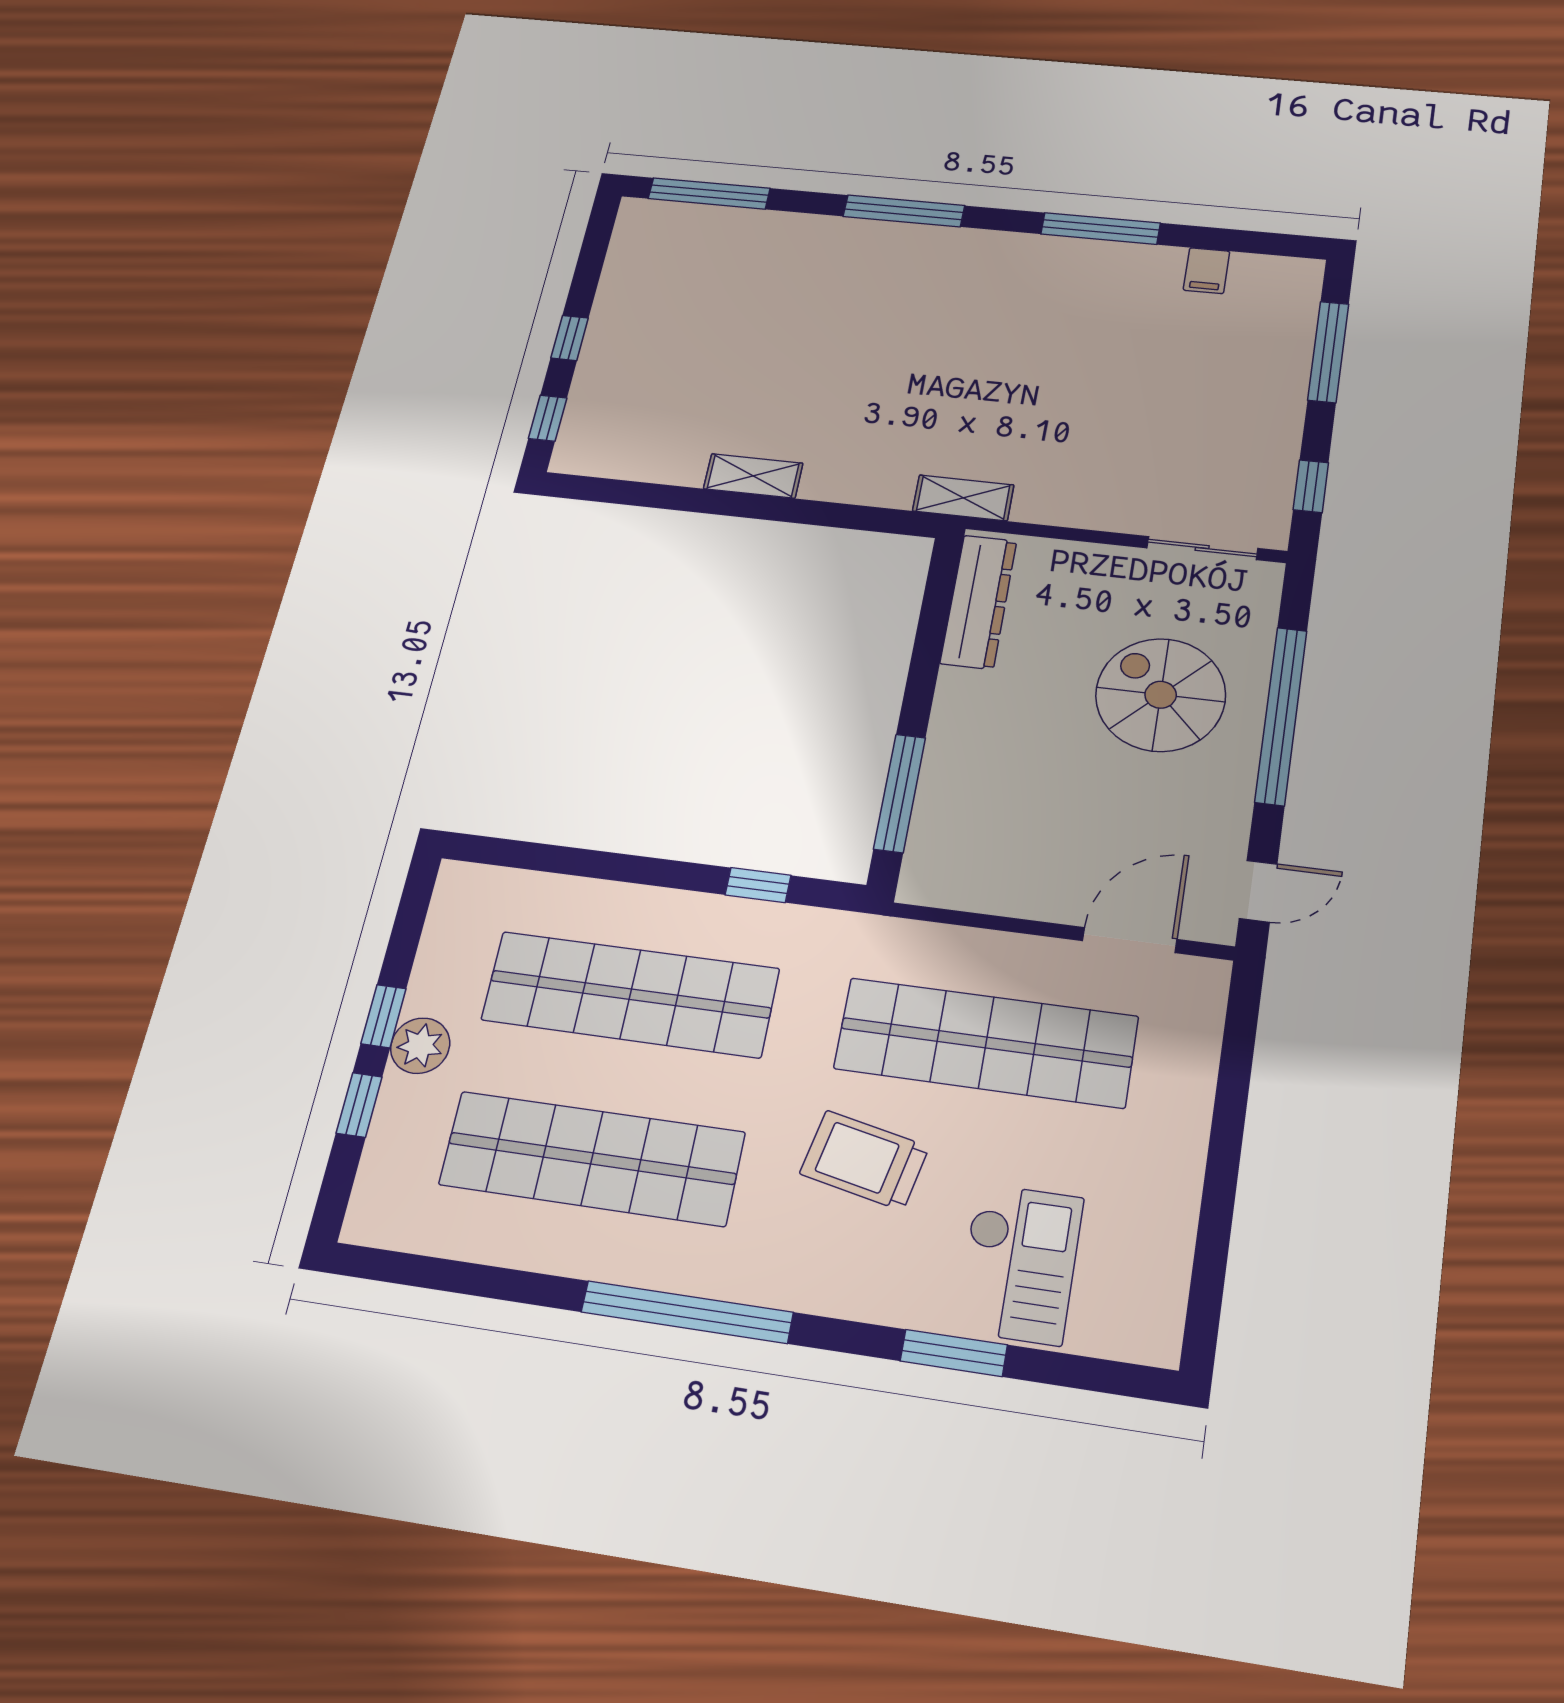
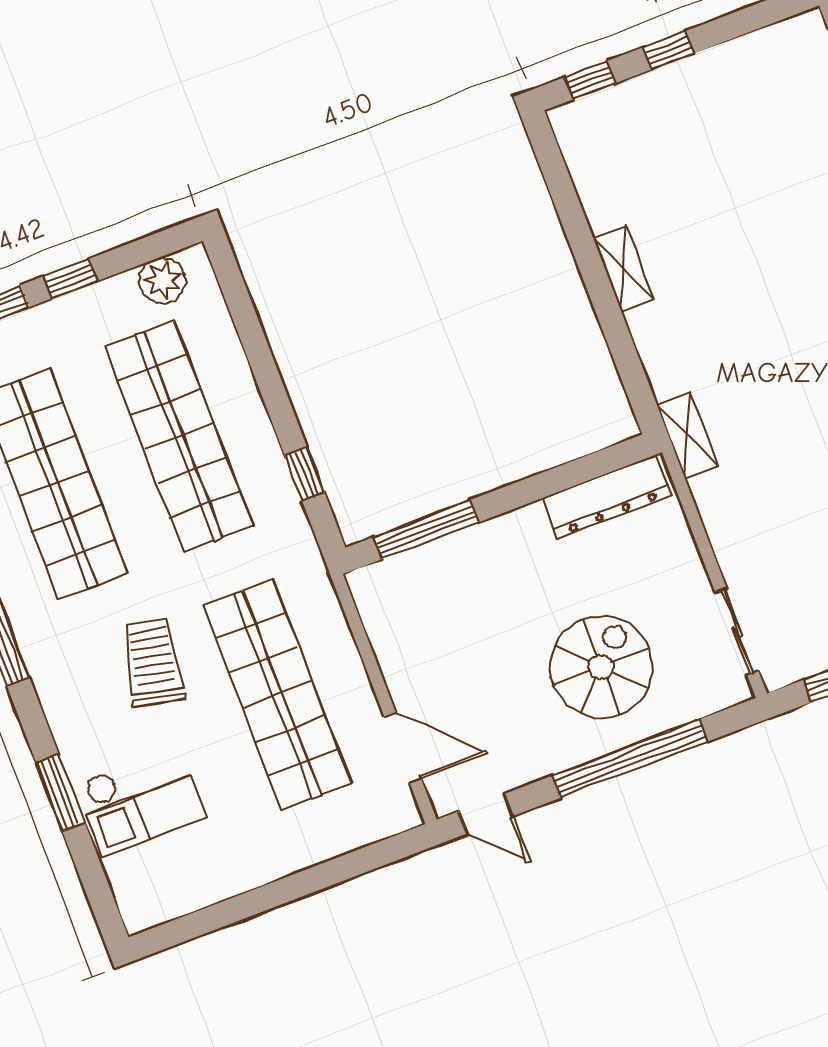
plant: (420, 1046) -> (162, 281), moved

